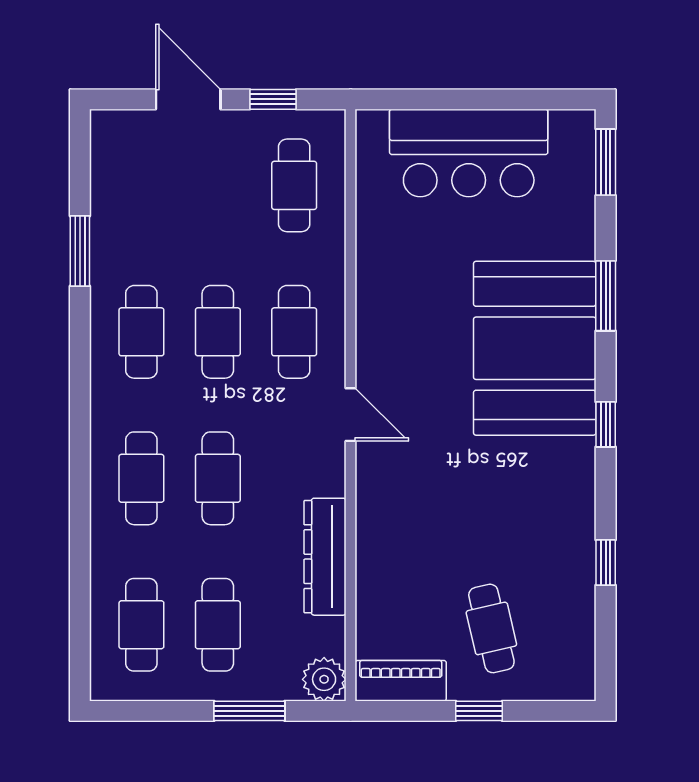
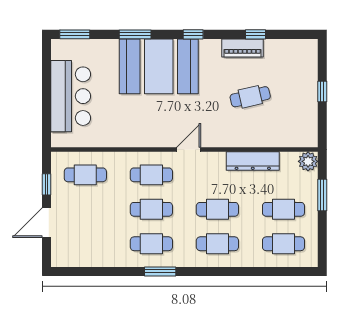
window: (80, 251) -> (160, 271), moved
cafe table: (491, 628) -> (250, 97), moved
piano: (401, 681) -> (243, 48), moved, turned -90

